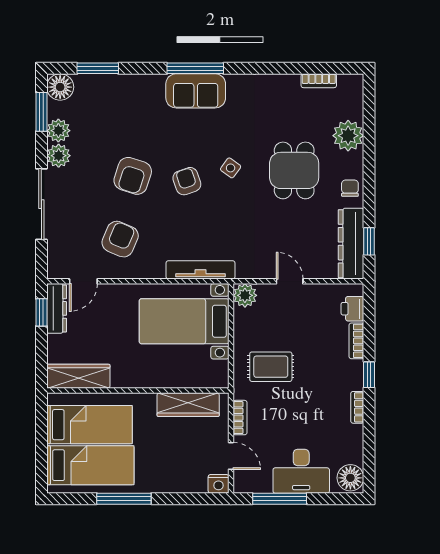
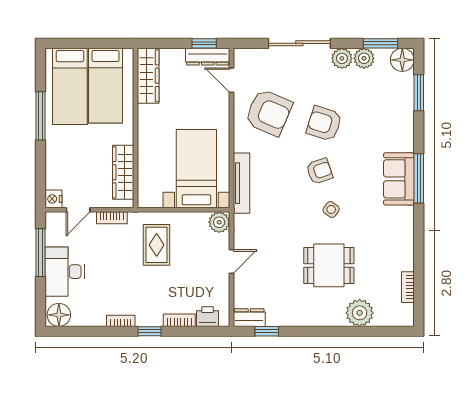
chair: (350, 188) -> (313, 314), removed
armchair: (120, 239) -> (269, 112), width x1.36, depth x1.36
dresser: (351, 244) -> (249, 318), width x0.51, depth x0.80

